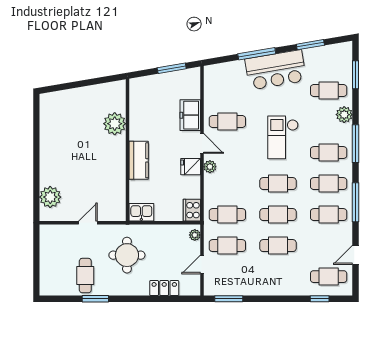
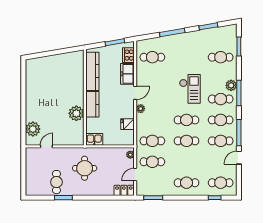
bar counter: (276, 70) -> (185, 43), removed
kitchen counter: (139, 111) -> (92, 71), added
plant: (344, 115) -> (231, 85), moved
cafe table: (227, 122) -> (152, 57), moved
plant: (115, 124) -> (76, 113), moved
checkout: (283, 137) -> (190, 89), turned 180
door: (202, 143) -> (135, 93), hinge flipped
fridge: (191, 167) -> (128, 124), moved
cooker: (192, 210) -> (128, 55), moved
door: (88, 223) -> (46, 146), moved
cafe table: (278, 246) -> (187, 183), moved
door: (356, 255) -> (239, 158), moved
locker: (164, 288) -> (124, 190), moved

